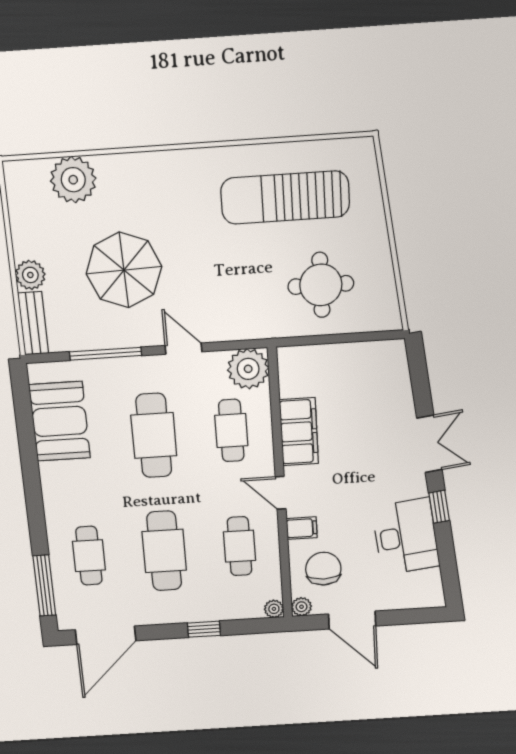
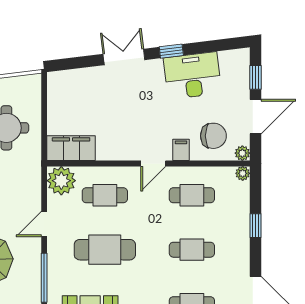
filing cabinet: (299, 432) -> (71, 148), moved
cafe table: (164, 551) -> (192, 250), width x0.73, depth x0.74
chair: (323, 569) -> (213, 136), turned 180
window: (406, 617) -> (255, 77), added

